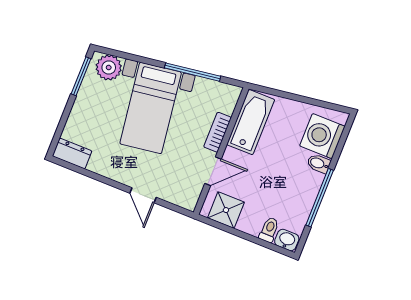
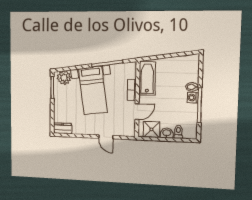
washing machine: (322, 136) -> (193, 98), moved, width x0.53, depth x0.53
washbasin: (287, 240) -> (167, 133), moved

